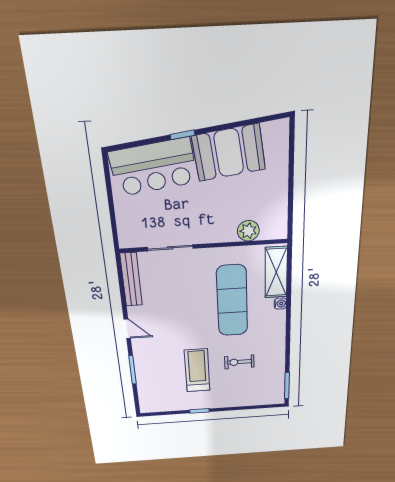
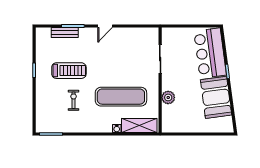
plant: (248, 231) -> (168, 97), moved
bench: (131, 280) -> (65, 33), moved, width x0.73

